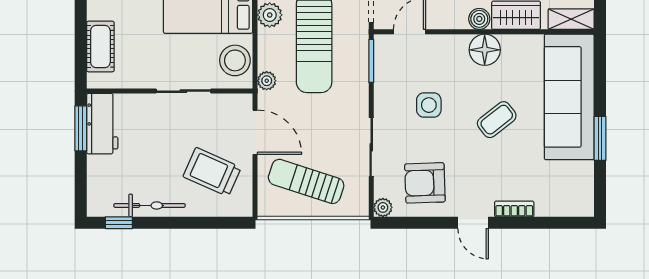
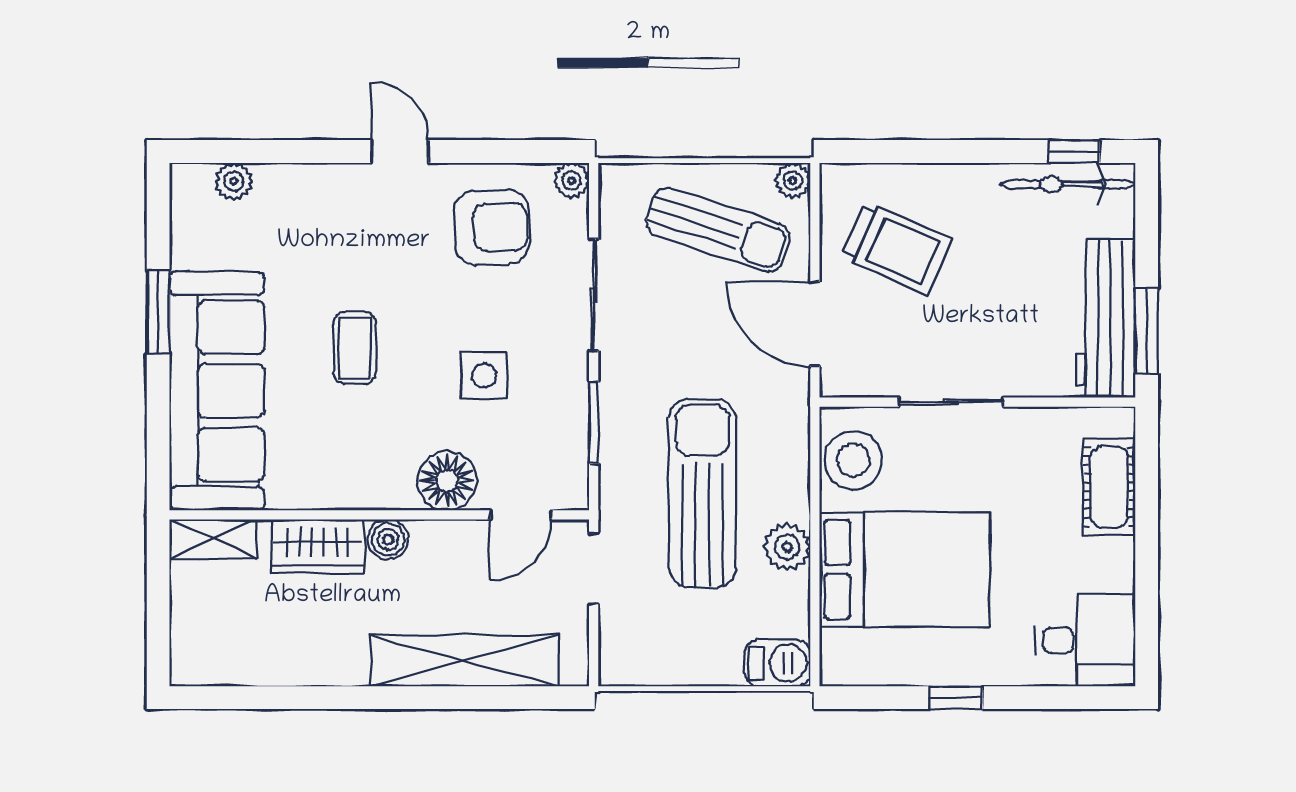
floor lamp: (485, 50) -> (447, 481), moved
window: (371, 61) -> (594, 423), moved
plant: (267, 81) -> (793, 181), moved
coffee table: (497, 120) -> (355, 348), turned -52
workbench: (102, 124) -> (1106, 319), width x1.38
bicycle: (150, 205) -> (1068, 184), moved
plant: (560, 207) -> (234, 181), added
bookcase: (514, 209) -> (321, 178), removed

